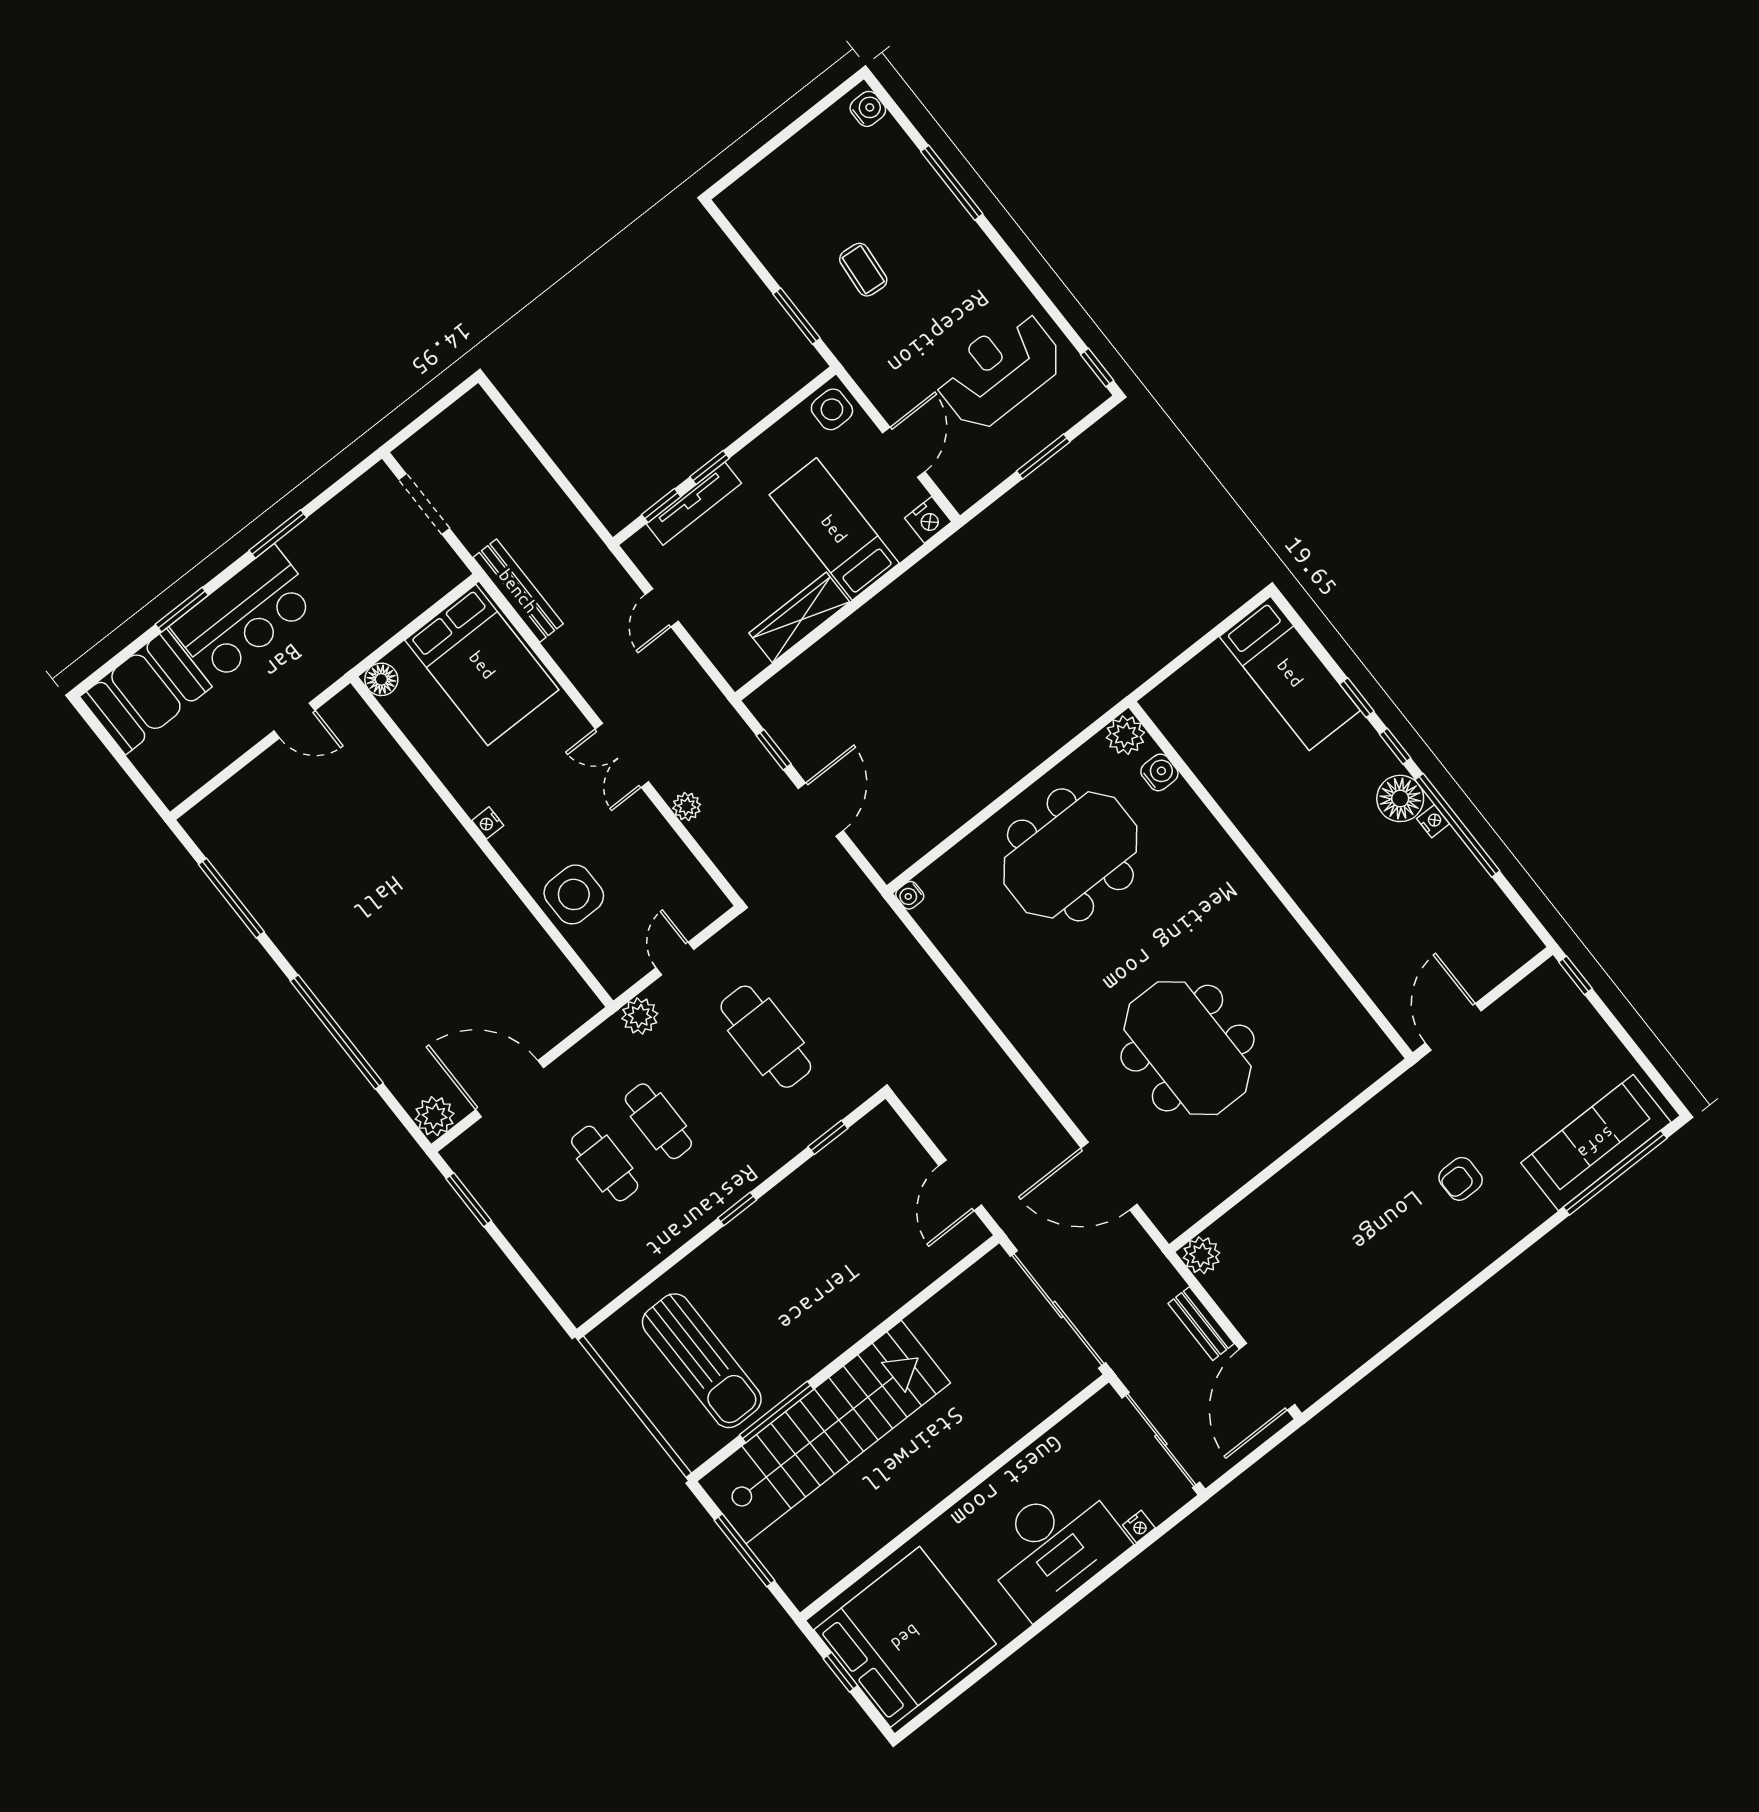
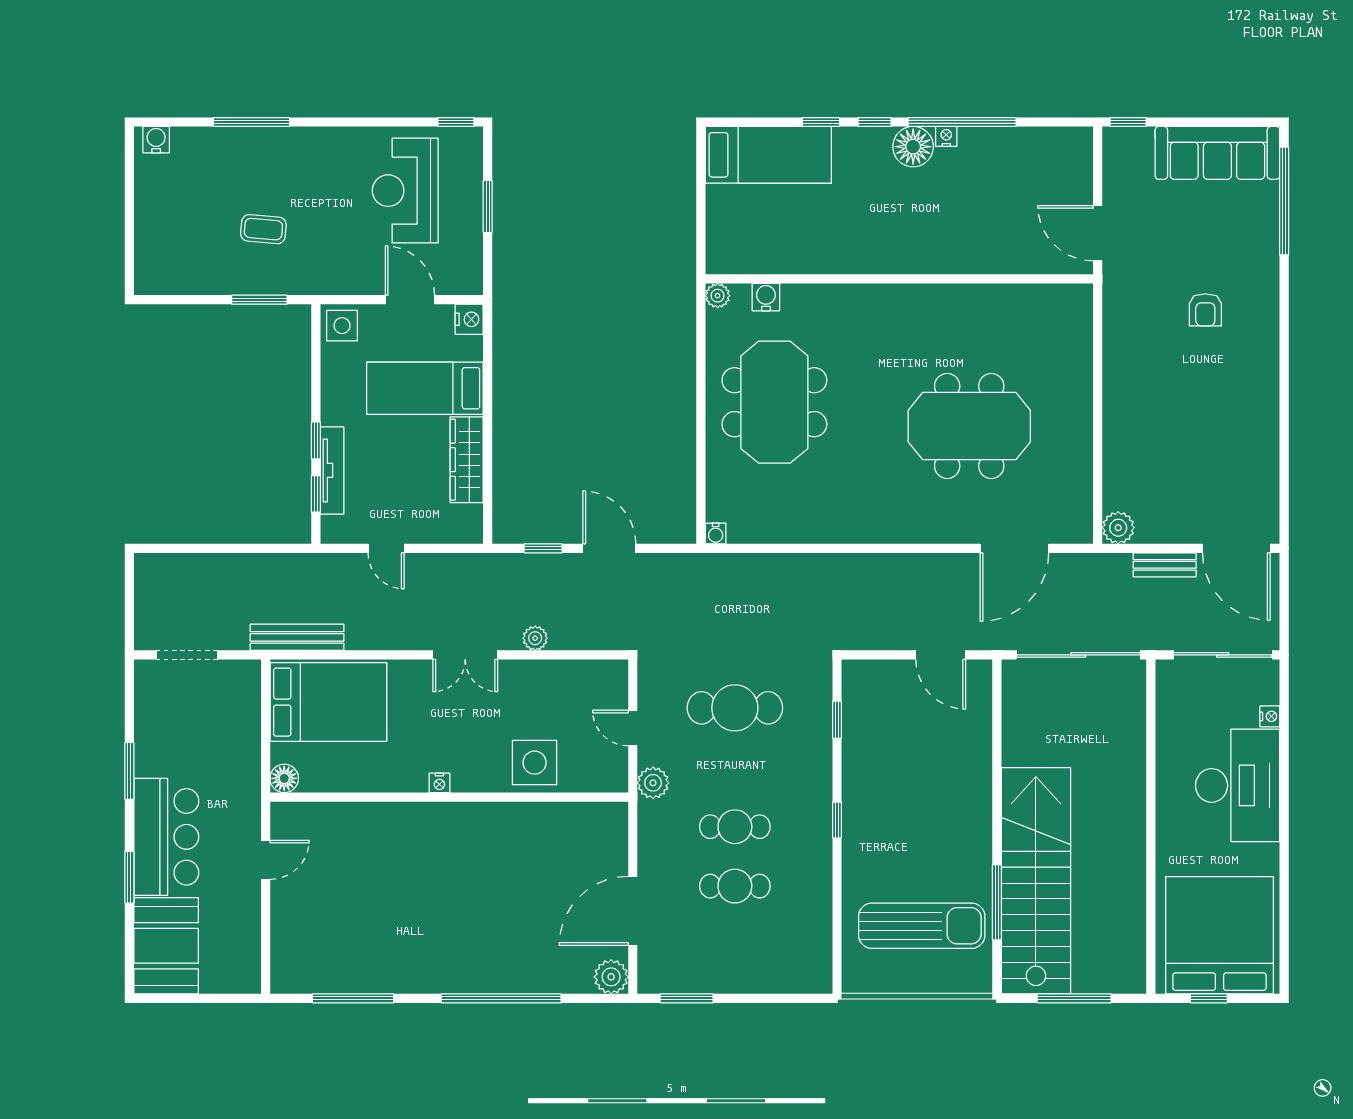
plant: (1125, 735) -> (718, 296), width x0.73, depth x0.73
sofa: (1596, 1143) -> (1217, 153), moved, turned -90

